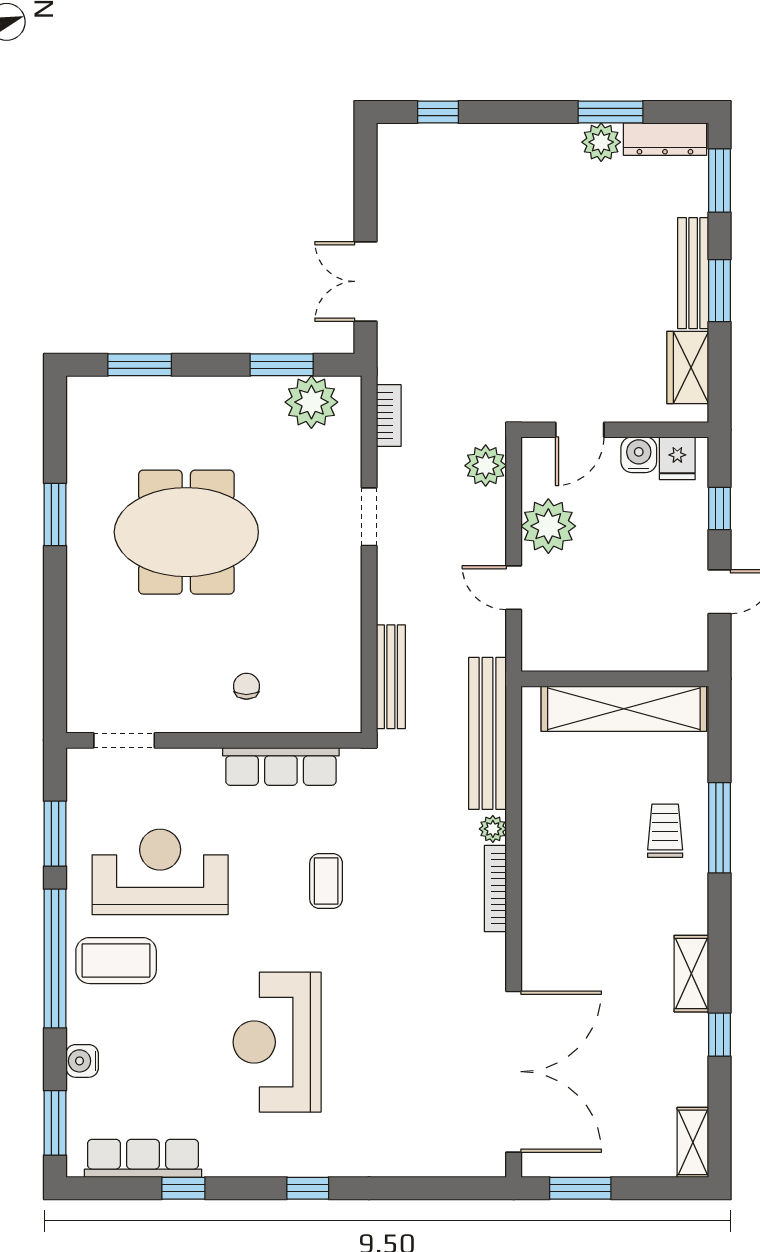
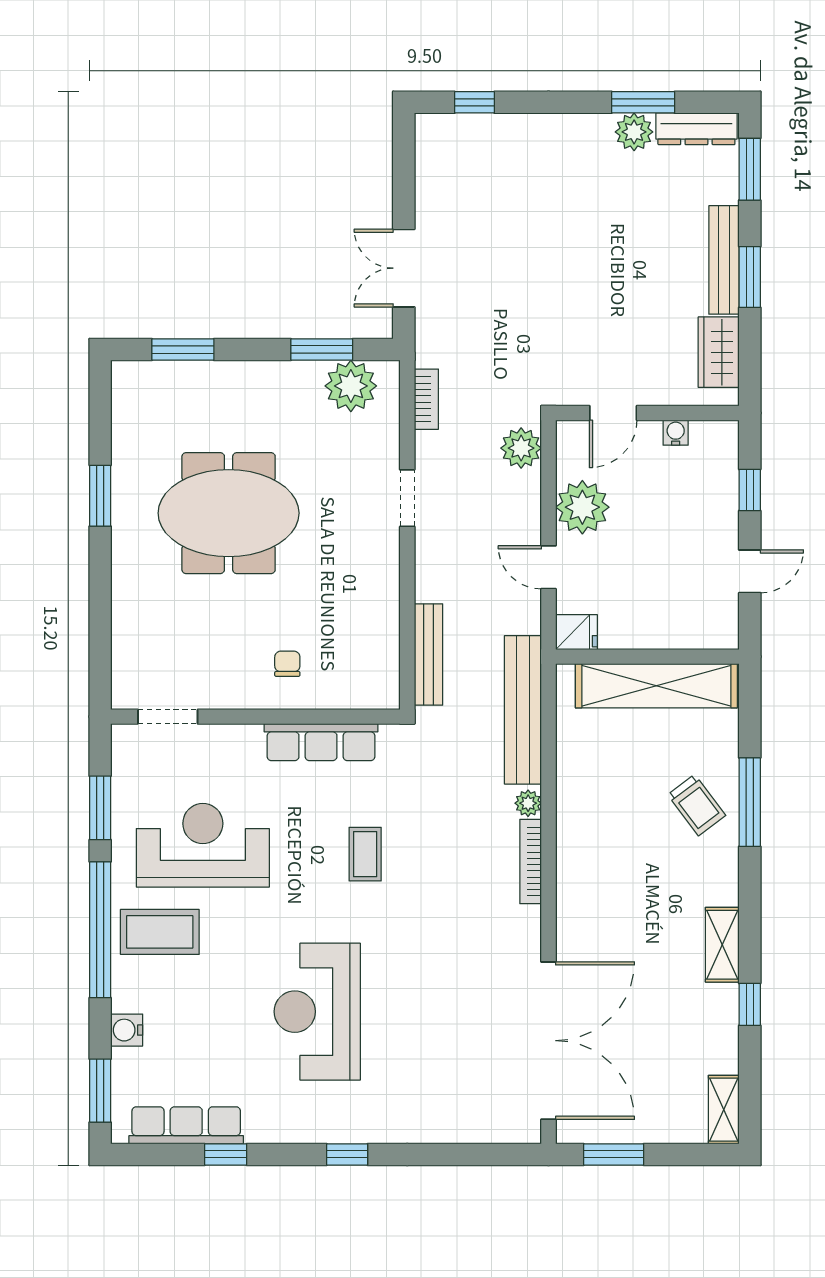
water cooler: (639, 455) -> (676, 433), width x0.72, depth x0.72
fridge: (677, 458) -> (576, 632), moved, turned -90
trolley: (665, 831) -> (697, 805), turned 143

